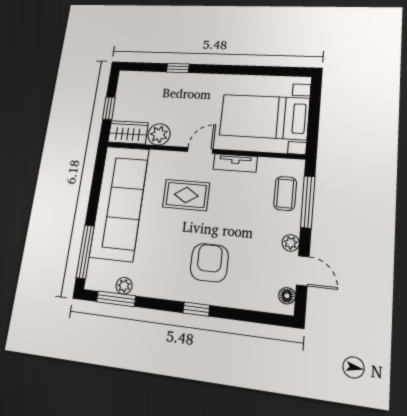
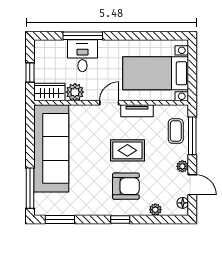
window: (178, 68) -> (83, 36), width x2.17
desk: (174, 91) -> (82, 56), added
rug: (186, 195) -> (127, 150), moved
armchair: (209, 263) -> (126, 186), turned 90
plant: (124, 286) -> (155, 210), moved

